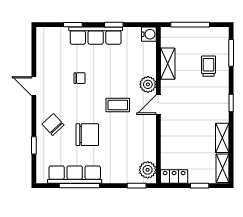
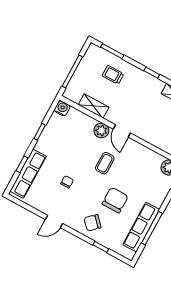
row of seats: (96, 36) -> (28, 174), moved

